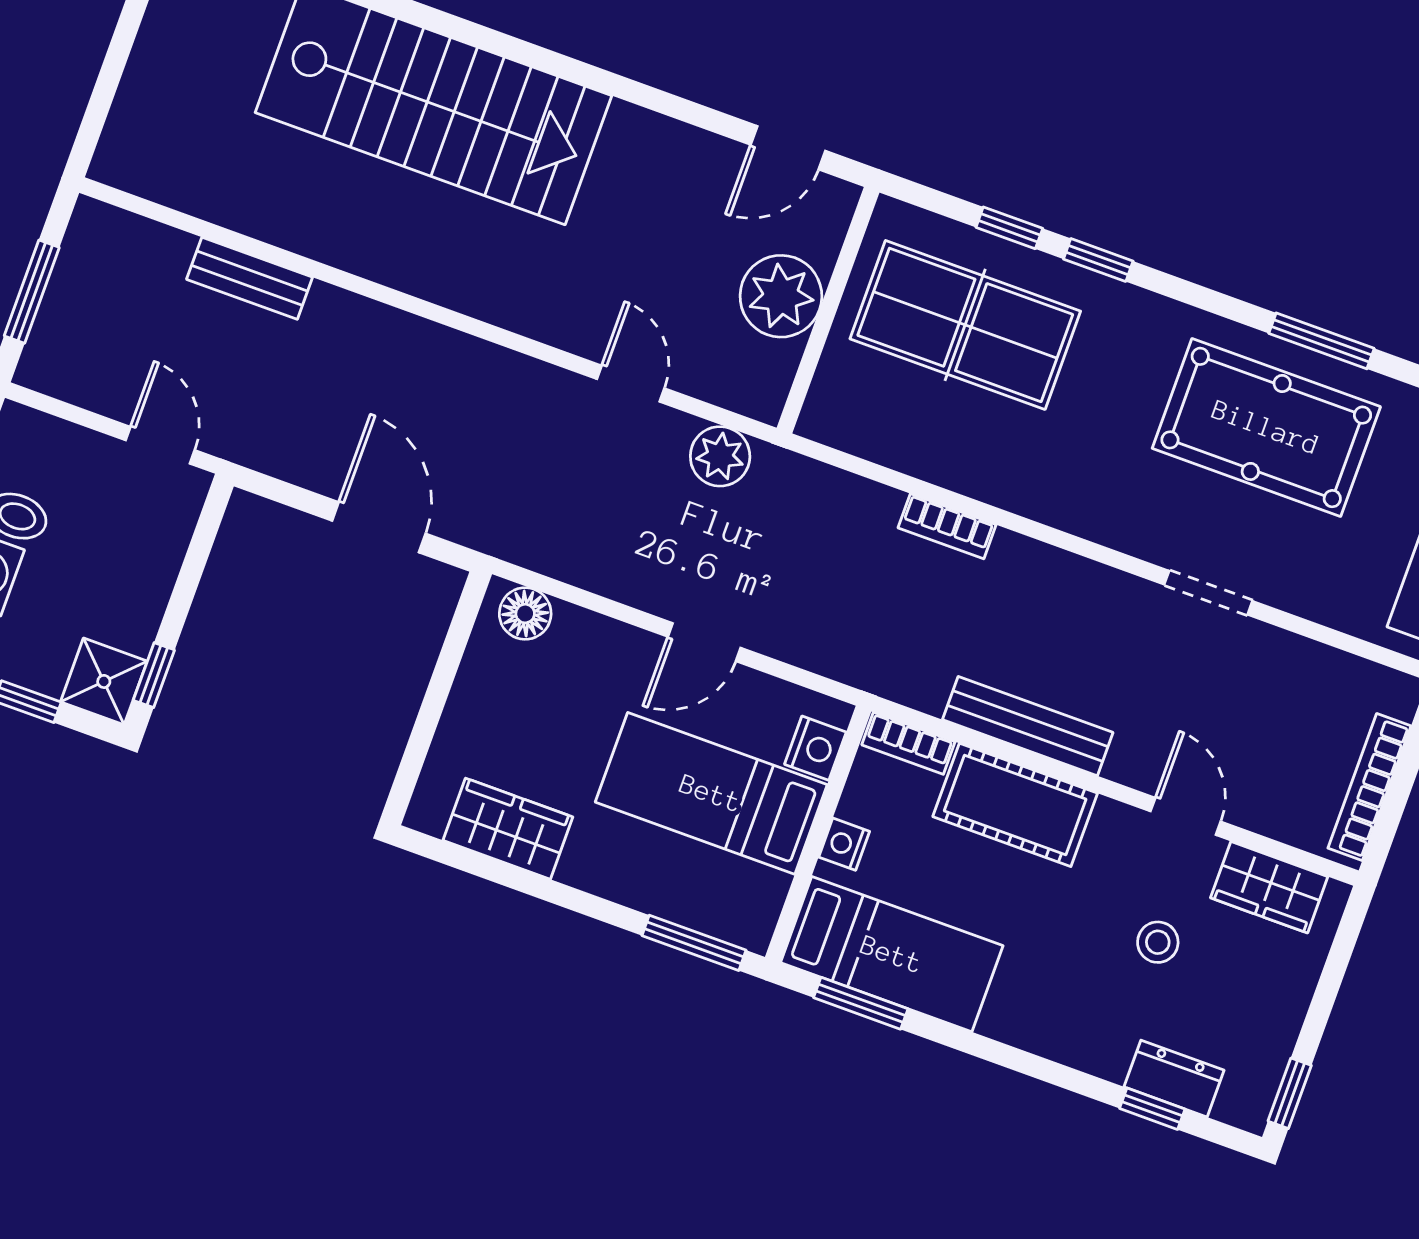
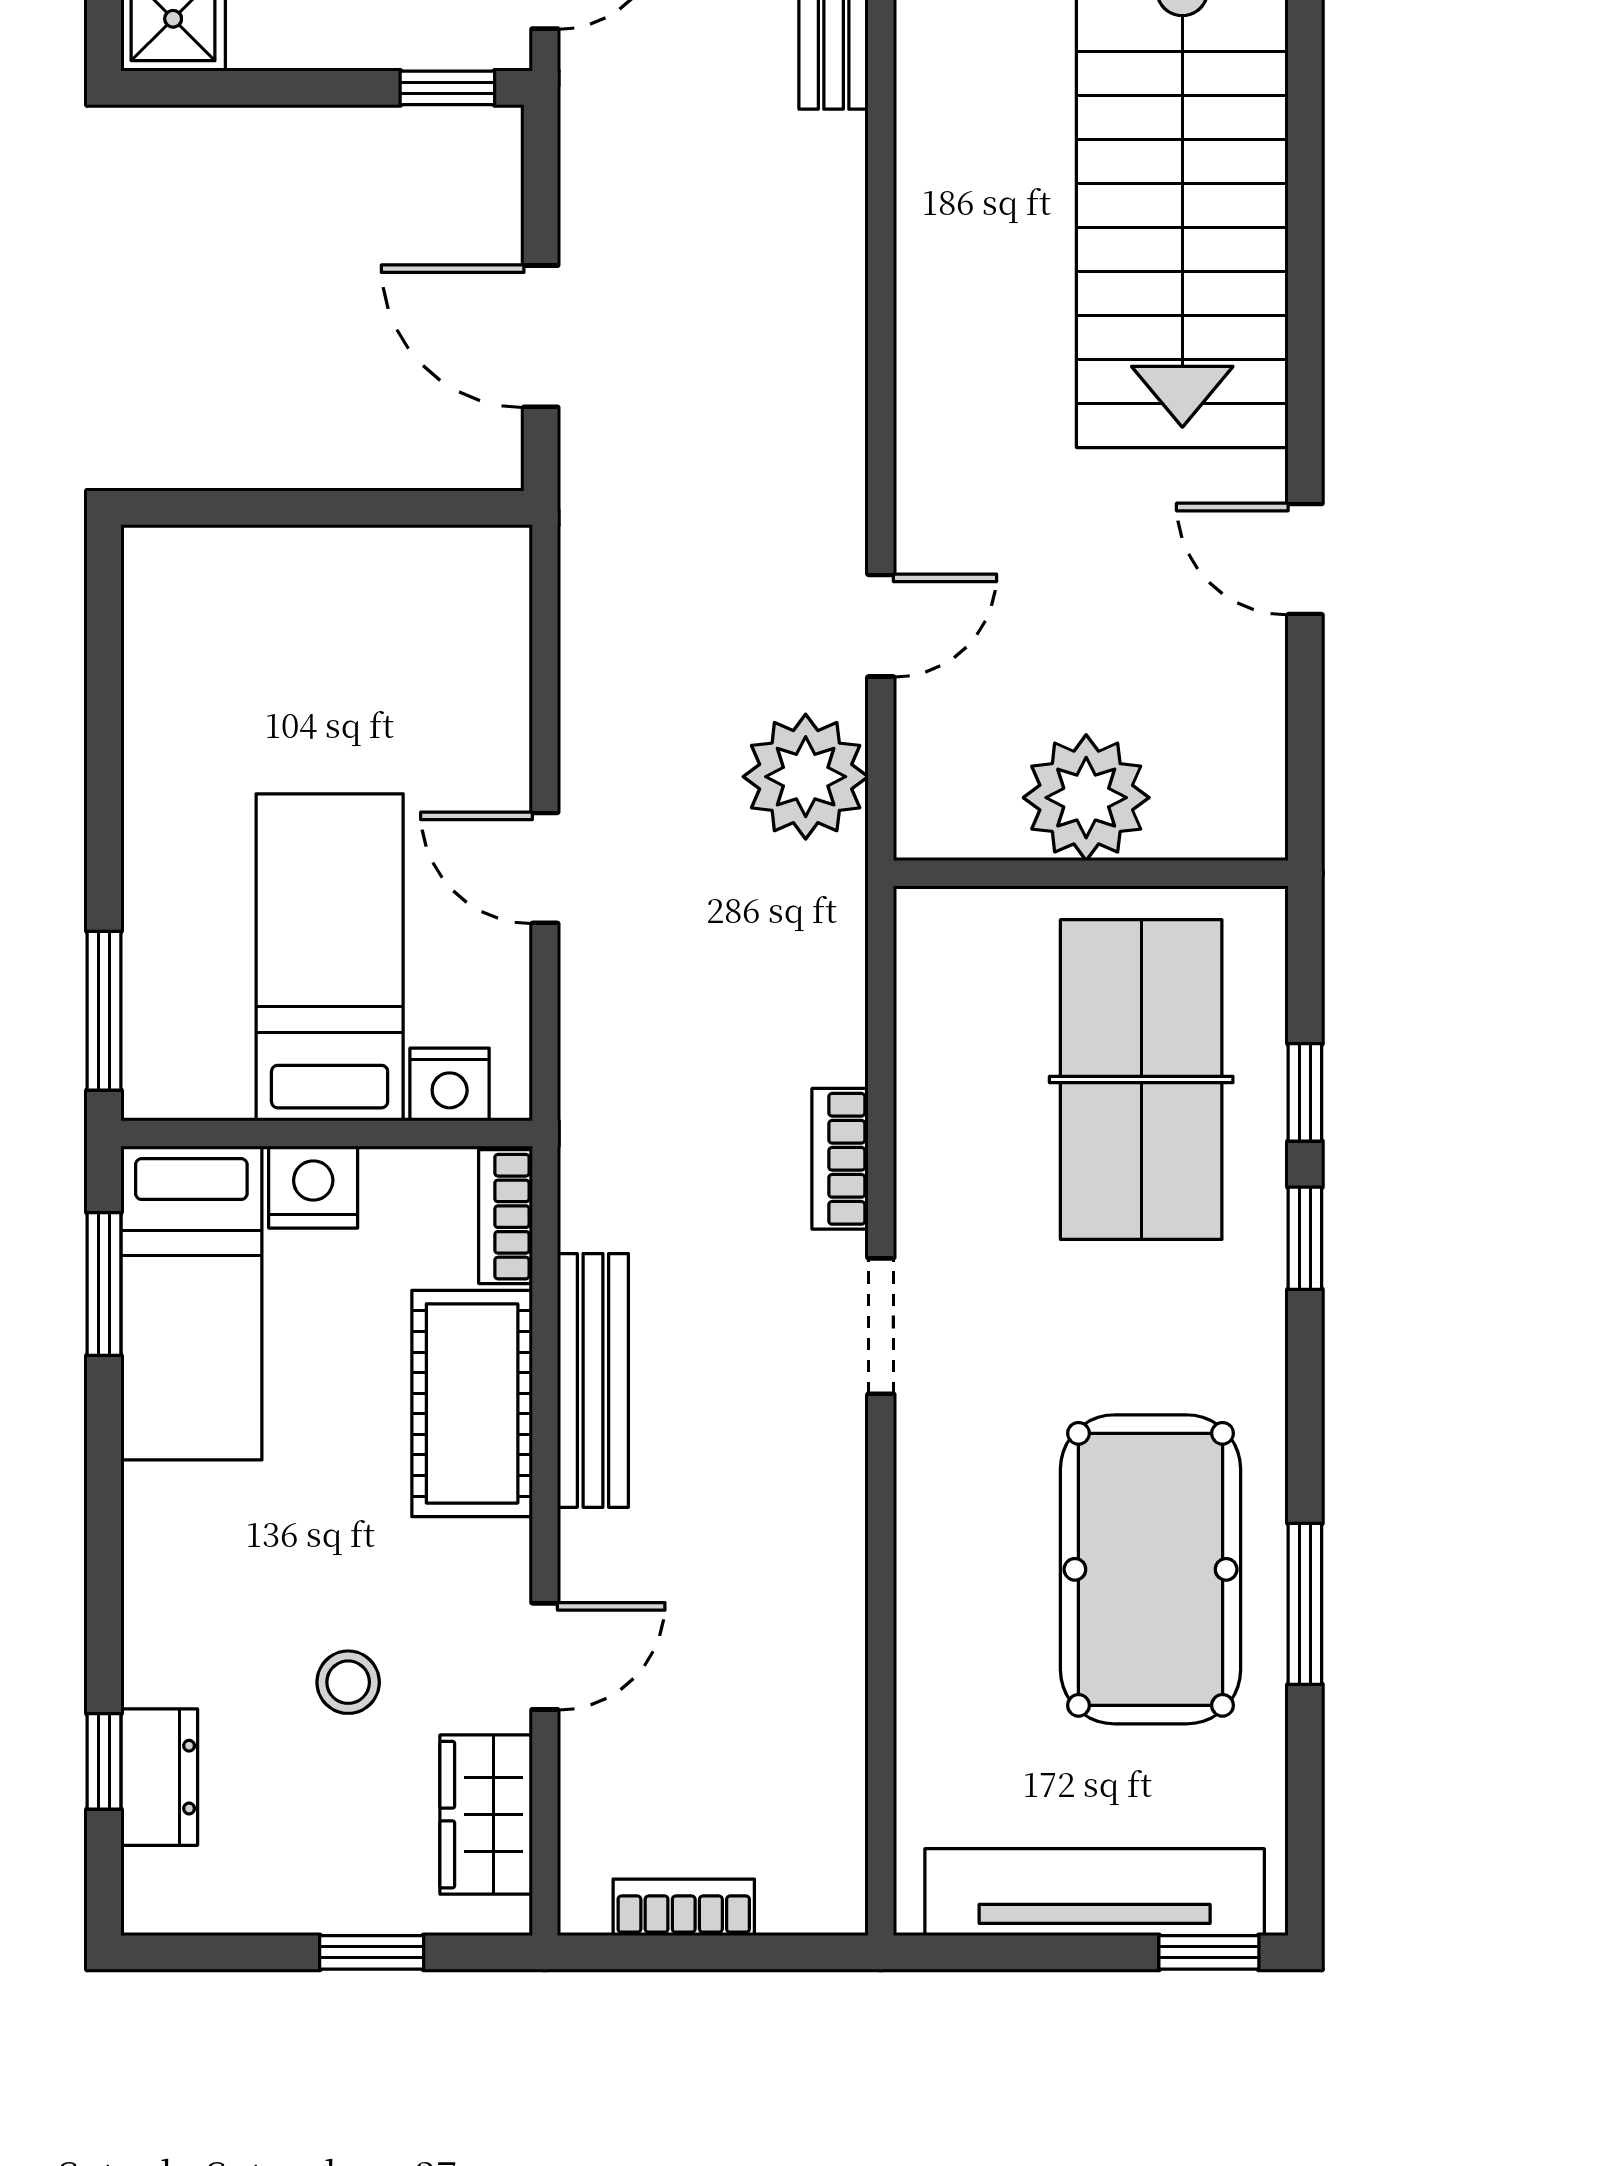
door: (788, 148) -> (1305, 559), moved
plant: (720, 456) -> (806, 777), width x1.36, depth x1.36
door: (379, 527) -> (541, 336), swing flipped
doorway: (1208, 593) -> (881, 1326), moved
floor lamp: (525, 614) -> (492, 593), removed
window: (154, 675) -> (447, 88), moved
bookcase: (1369, 787) -> (684, 1907), width x0.64
wardrobe: (508, 829) -> (172, 681), removed
nightstand: (844, 844) -> (313, 1187), width x1.39, depth x1.35
window: (1290, 1093) -> (372, 1952), moved

